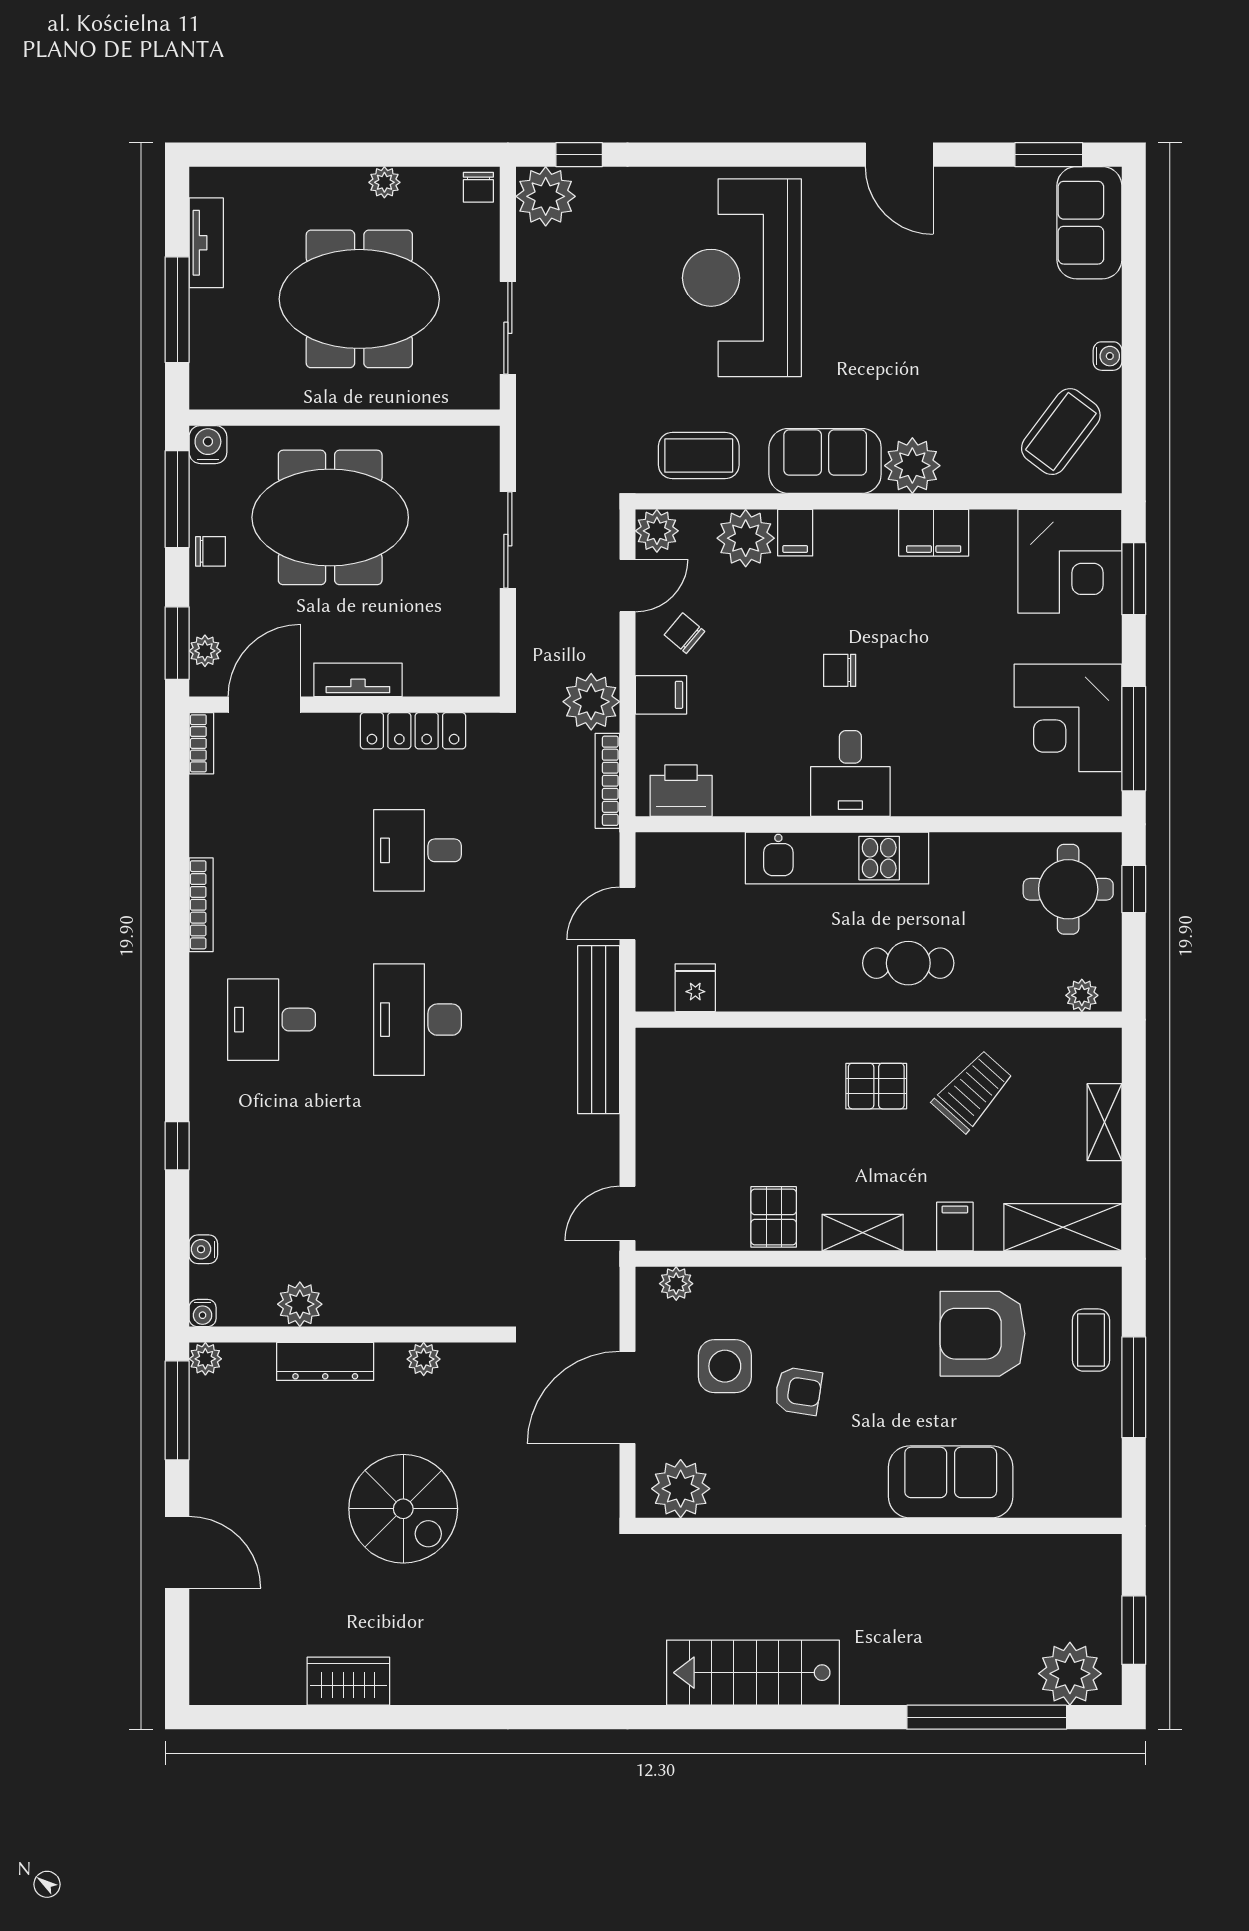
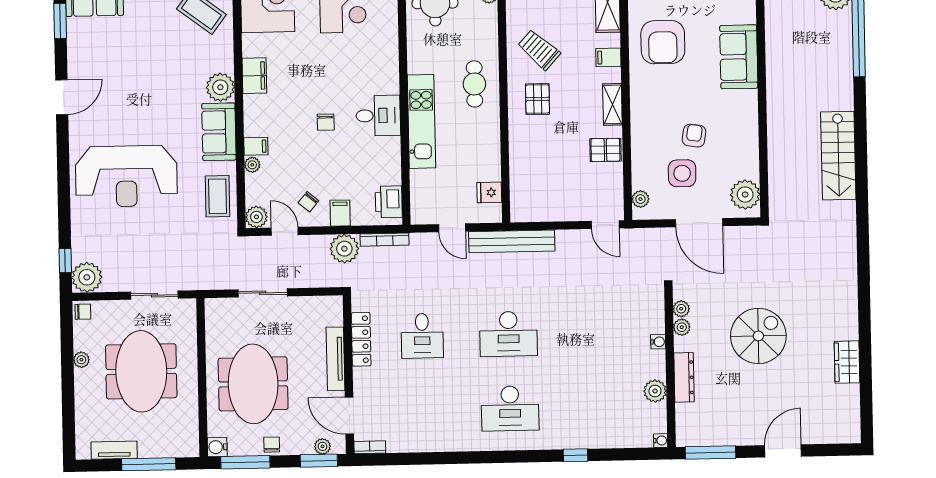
plant: (746, 538) -> (252, 165), width x0.53, depth x0.53
tv unit: (358, 680) -> (335, 359), width x1.41
bookcase: (201, 905) -> (452, 446), removed
desk: (272, 1020) -> (510, 408), width x1.37
water cooler: (203, 1249) -> (658, 342), moved, turned -90
plant: (205, 1359) -> (681, 309), moved

